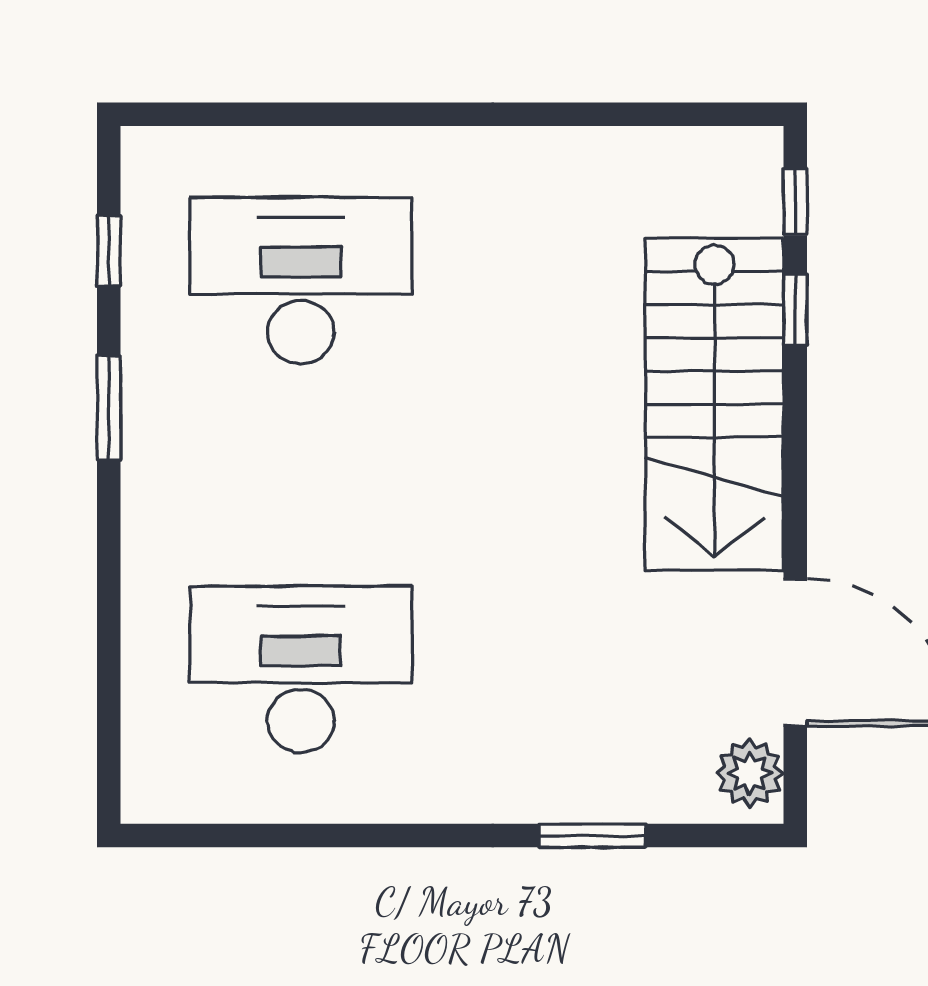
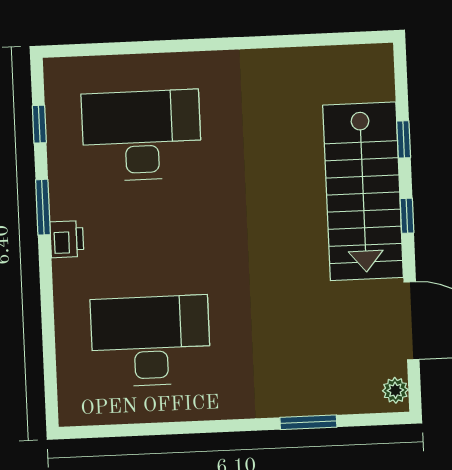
window: (795, 202) -> (407, 216), moved
printer: (151, 470) -> (67, 239), added
plant: (750, 773) -> (395, 390), width x0.73, depth x0.73

